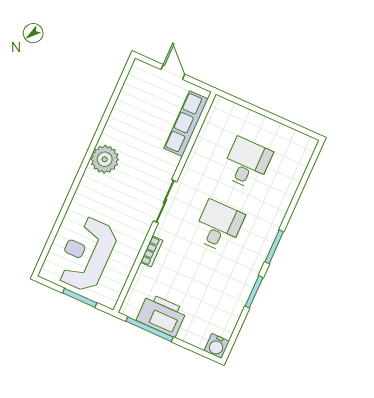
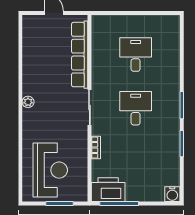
row of seats: (186, 124) -> (80, 55), width x1.36
plant: (105, 159) -> (28, 102), width x0.53, depth x0.53
reception desk: (86, 254) -> (50, 170), turned 180
printer: (162, 315) -> (108, 190), moved

